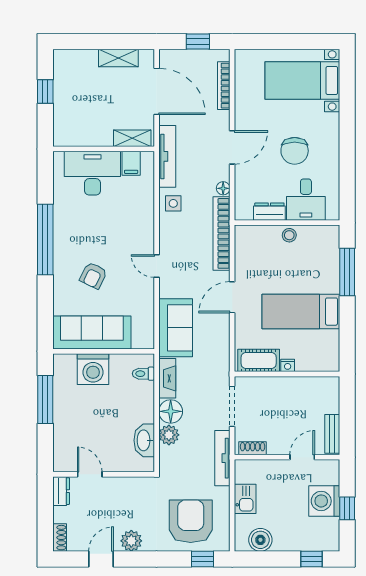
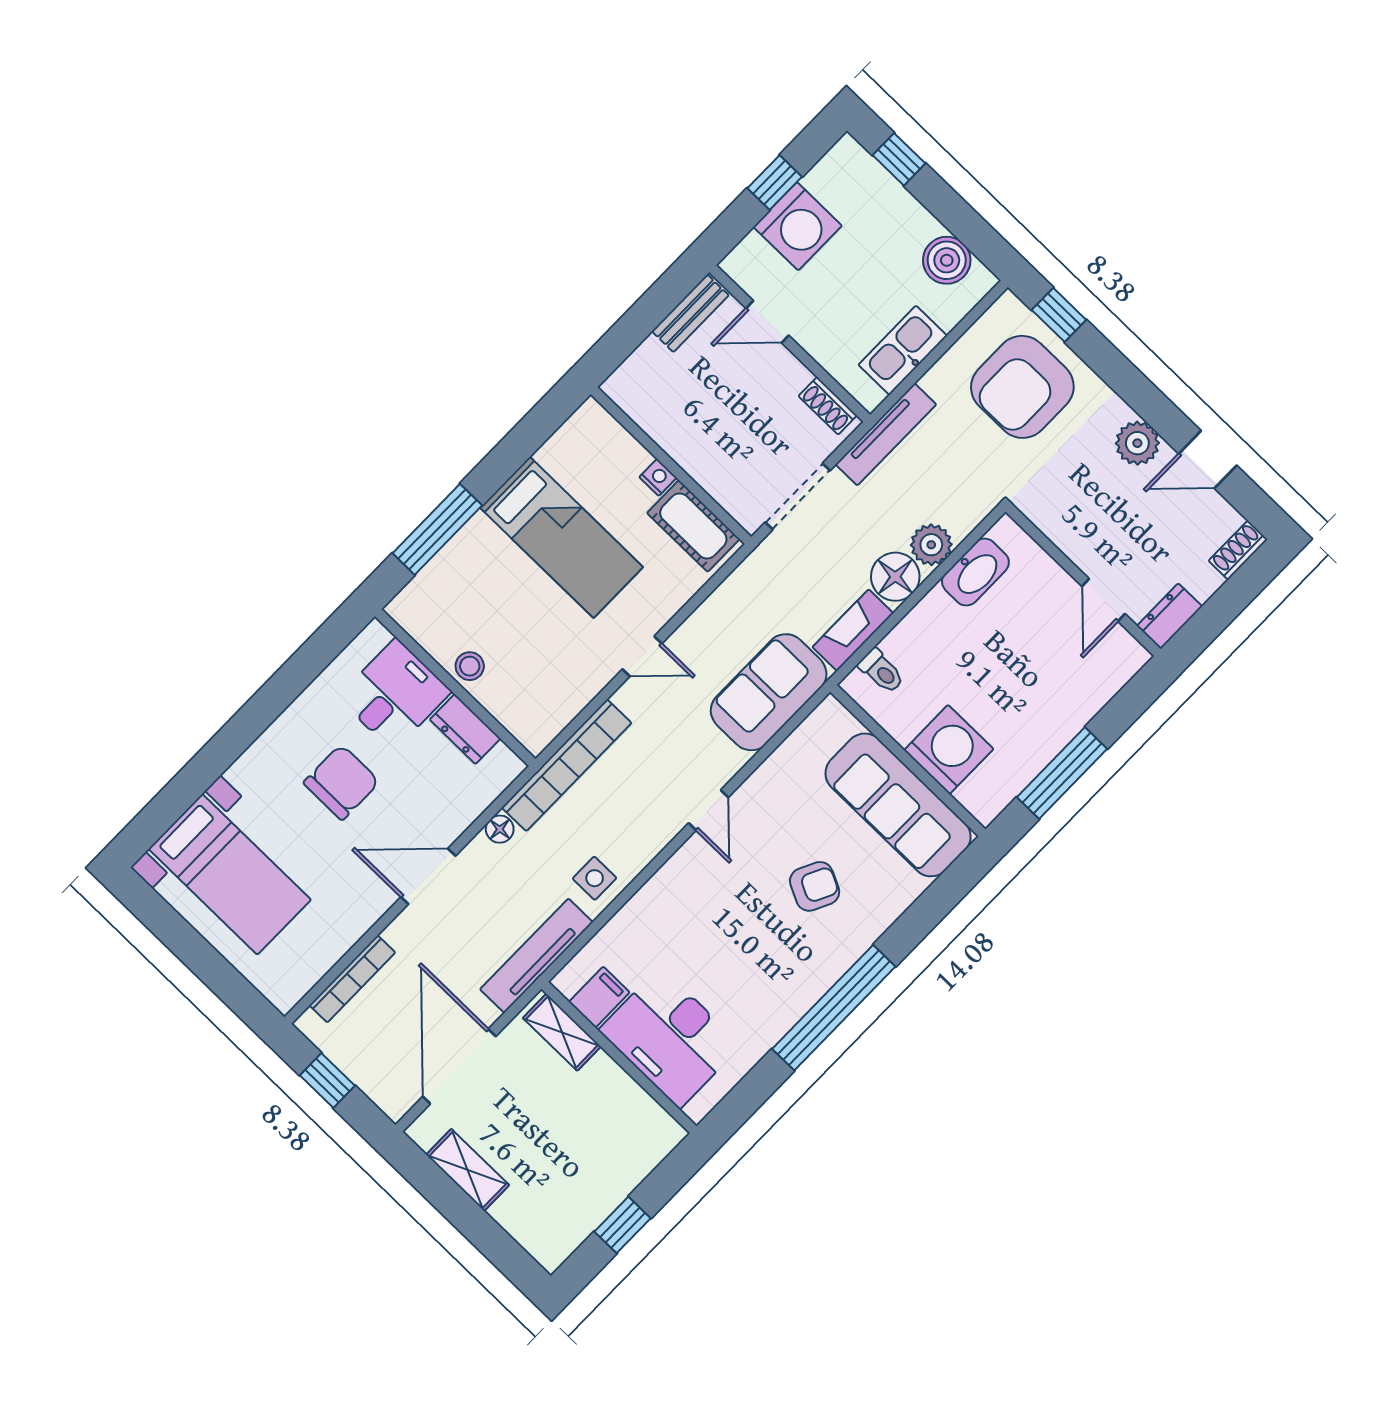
door: (232, 297) -> (642, 656), width x0.73
kitchen sink: (245, 499) -> (903, 350), width x1.38

